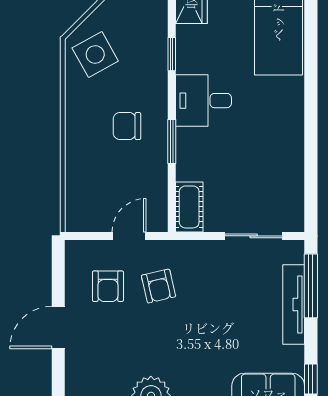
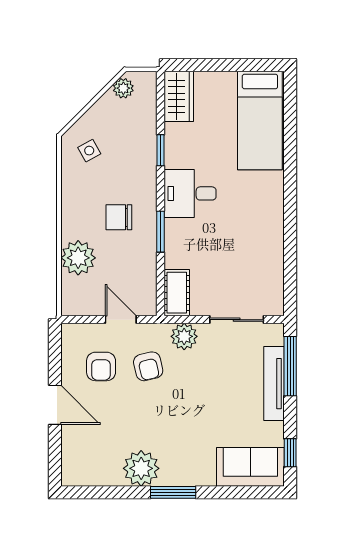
side table: (95, 54) -> (89, 151), width x0.54, depth x0.54
plant: (83, 170) -> (78, 258), added
door: (129, 236) -> (121, 320), hinge flipped
plant: (197, 254) -> (184, 336), added
door: (58, 327) -> (55, 405), swing flipped

